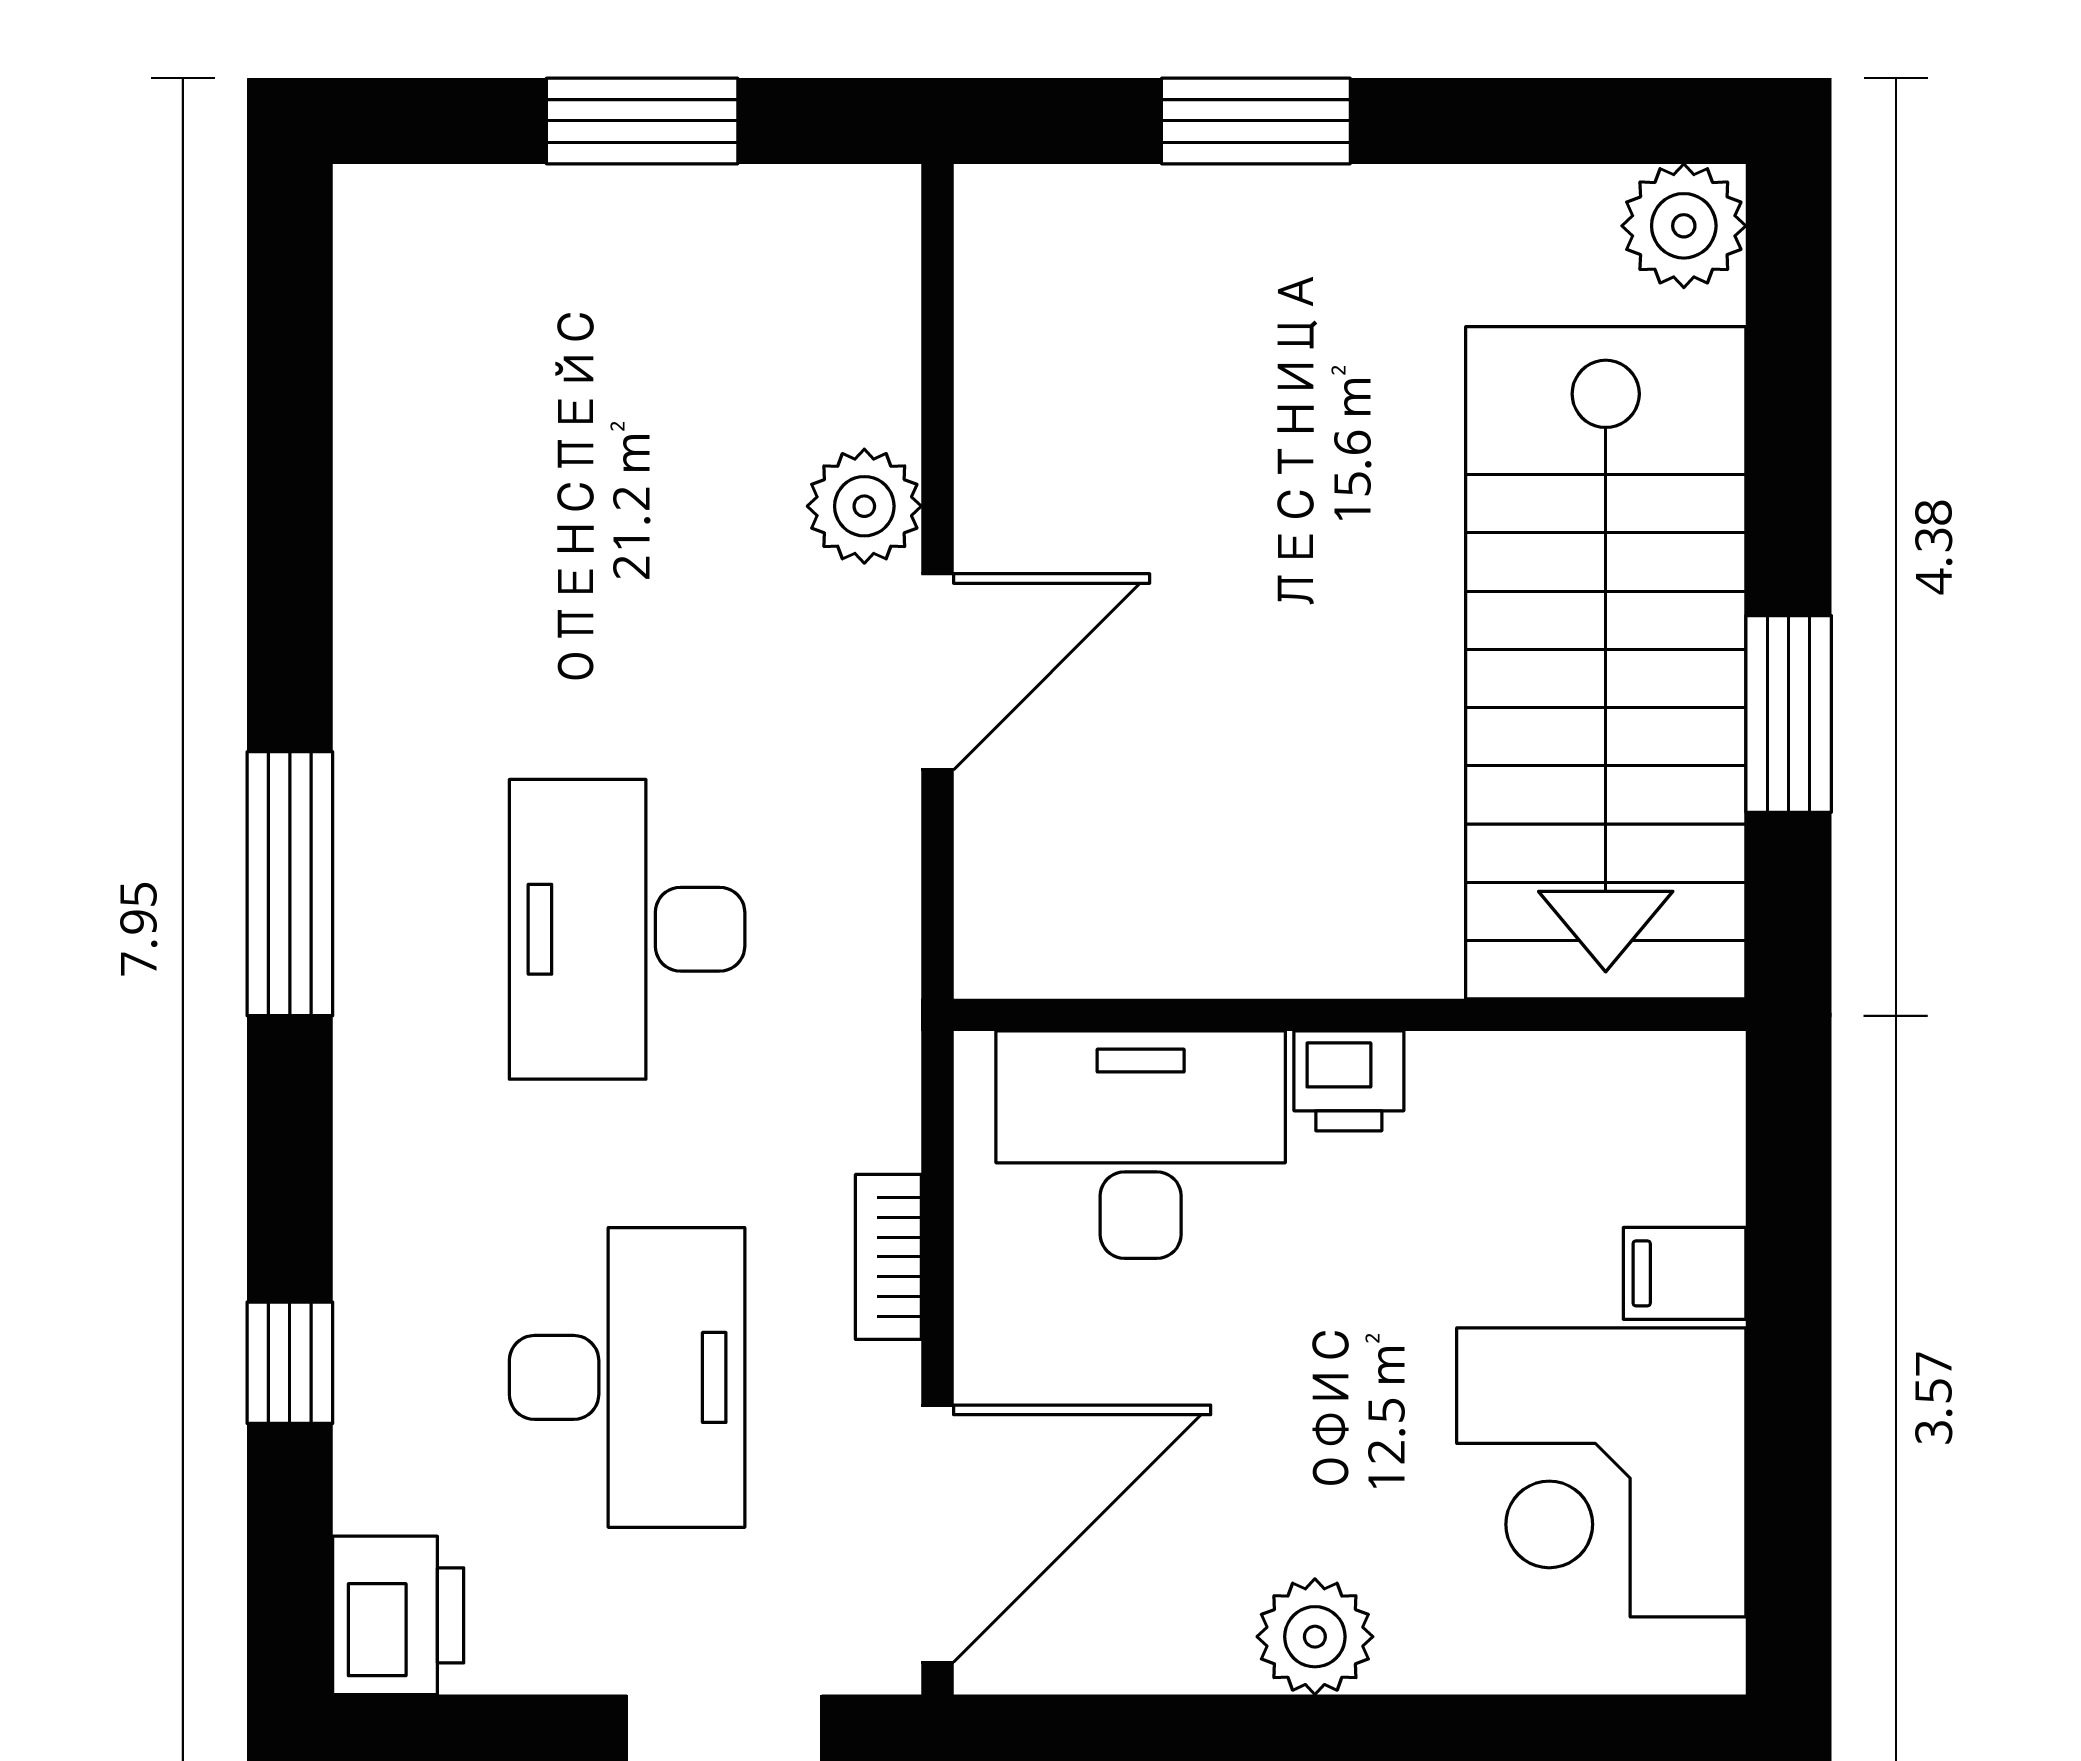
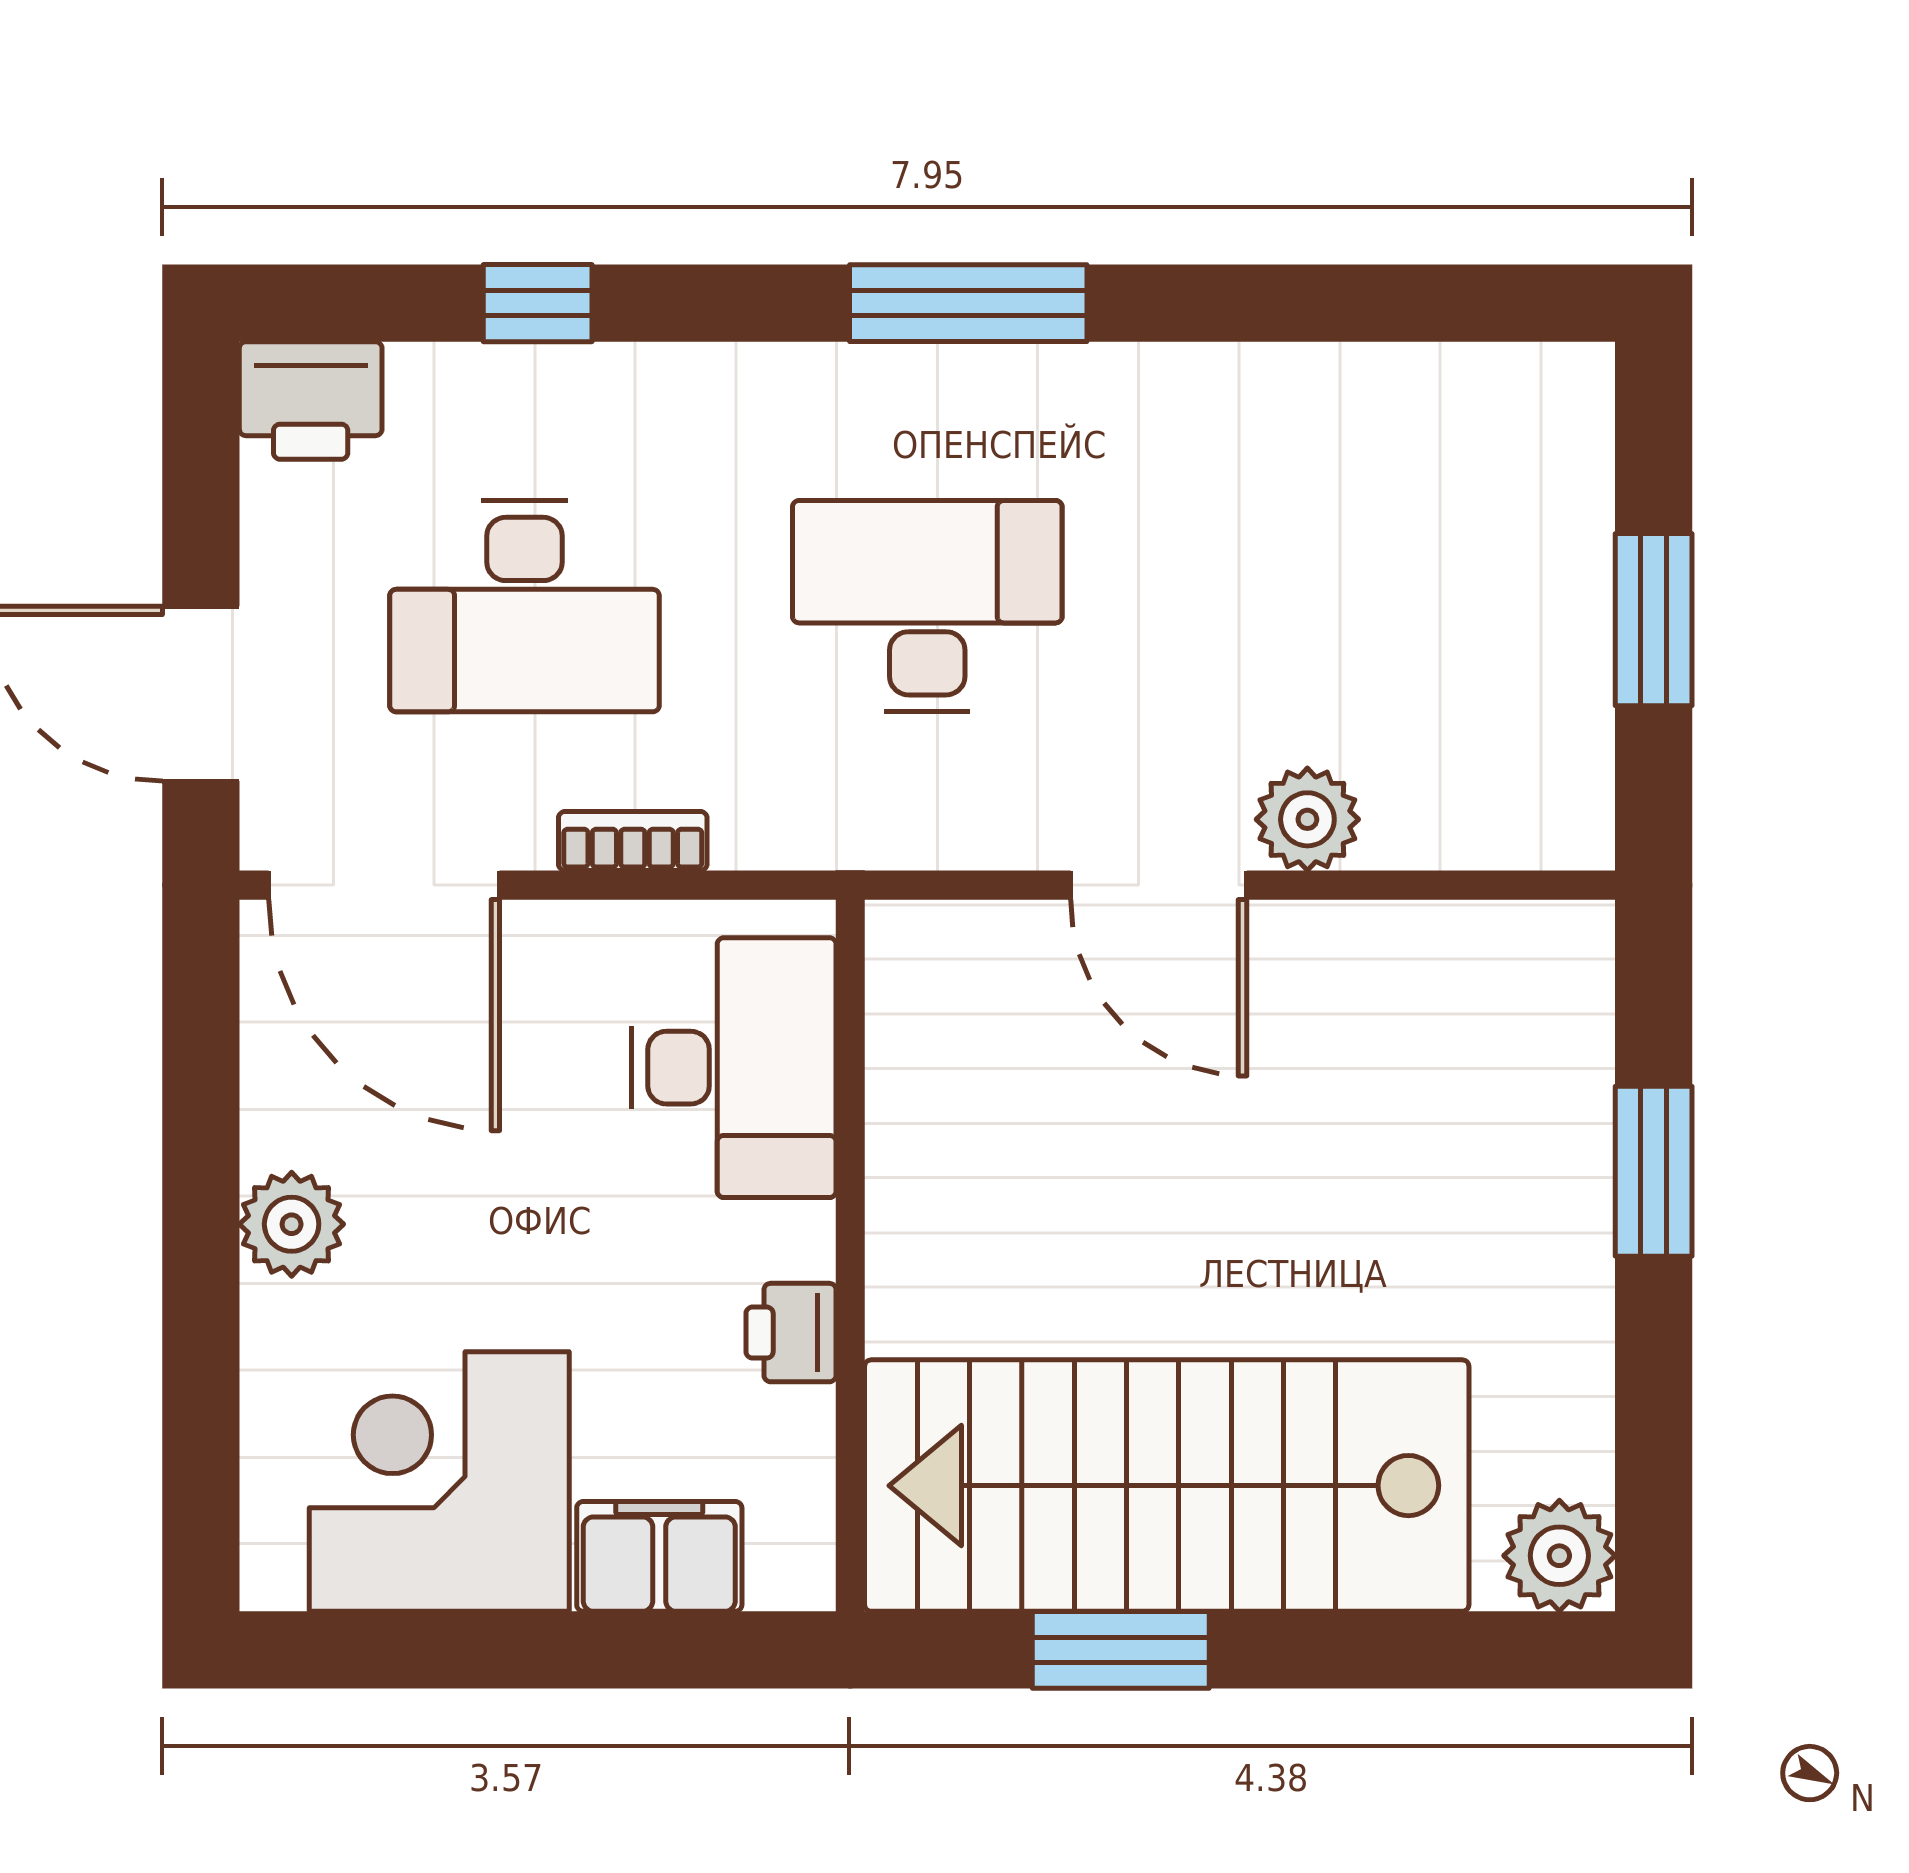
printer: (1349, 1081) -> (791, 1333), moved
filing cabinet: (1685, 1273) -> (659, 1556), width x2.00

